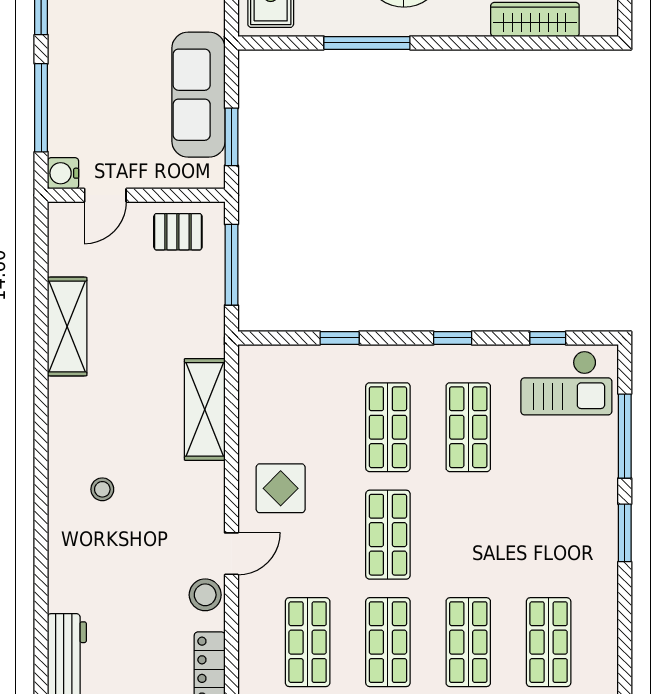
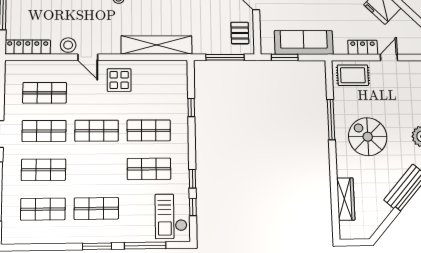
window: (453, 338) -> (192, 179), moved
shelving: (205, 409) -> (157, 45), width x1.47
shop shelf: (549, 535) -> (96, 208), added

